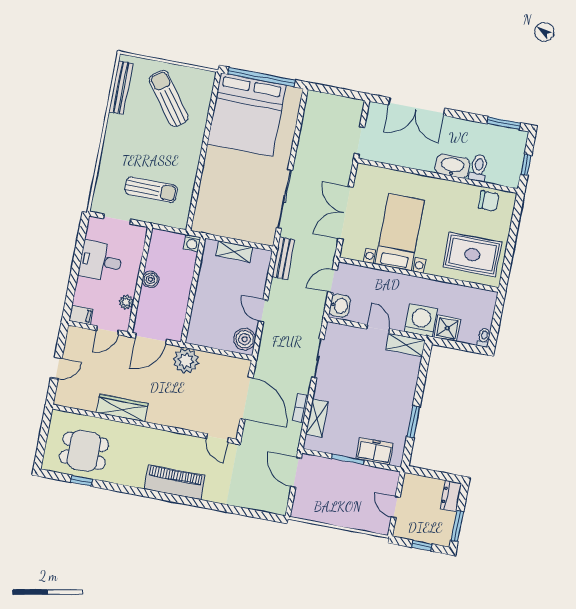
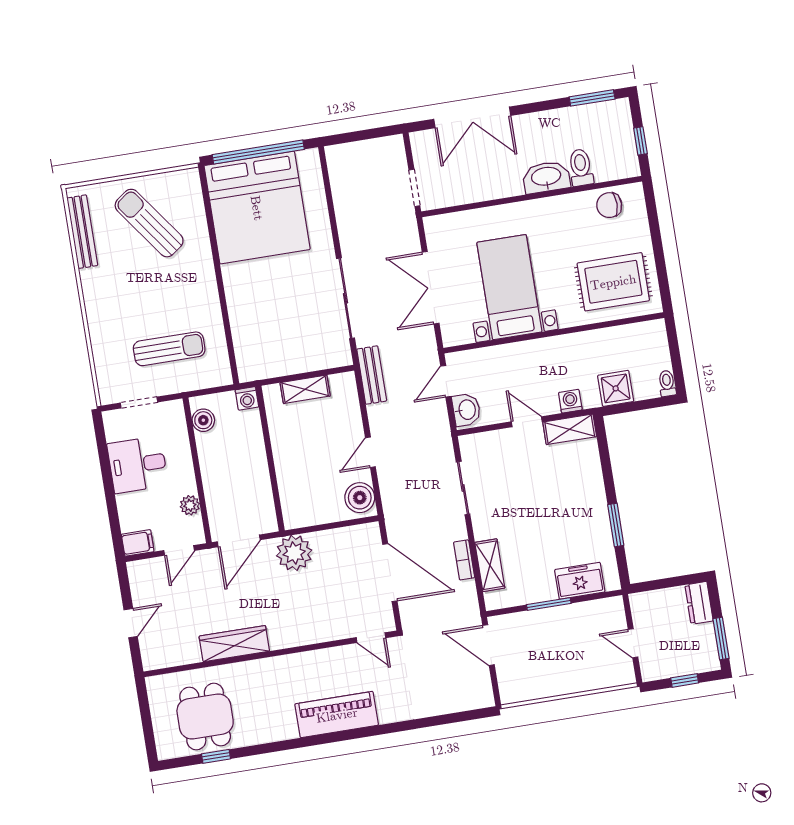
chair: (489, 201) -> (609, 205), turned 180
boiler: (151, 279) -> (203, 420), moved
door: (263, 311) -> (370, 452), hinge flipped
washing machine: (421, 320) -> (570, 401), width x0.53, depth x0.53
dining table: (84, 451) -> (205, 717), turned 90

